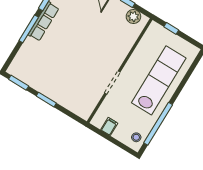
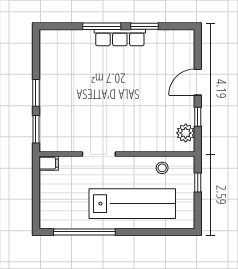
window: (19, 83) -> (36, 129), moved
filing cabinet: (109, 126) -> (49, 163), moved
stool: (136, 137) -> (162, 168), moved

